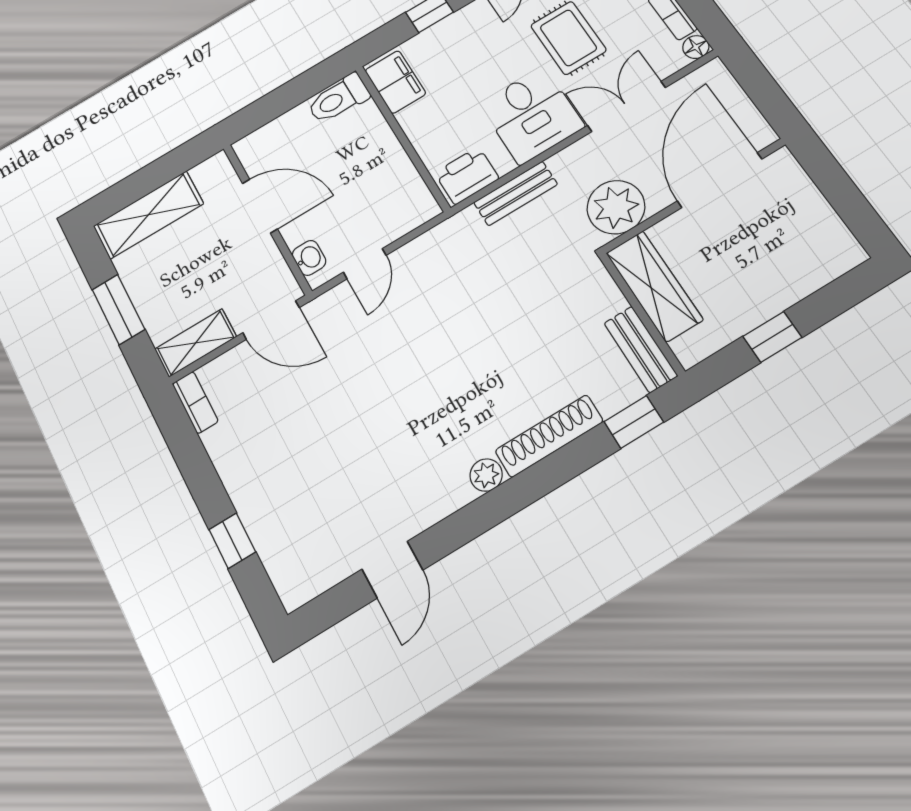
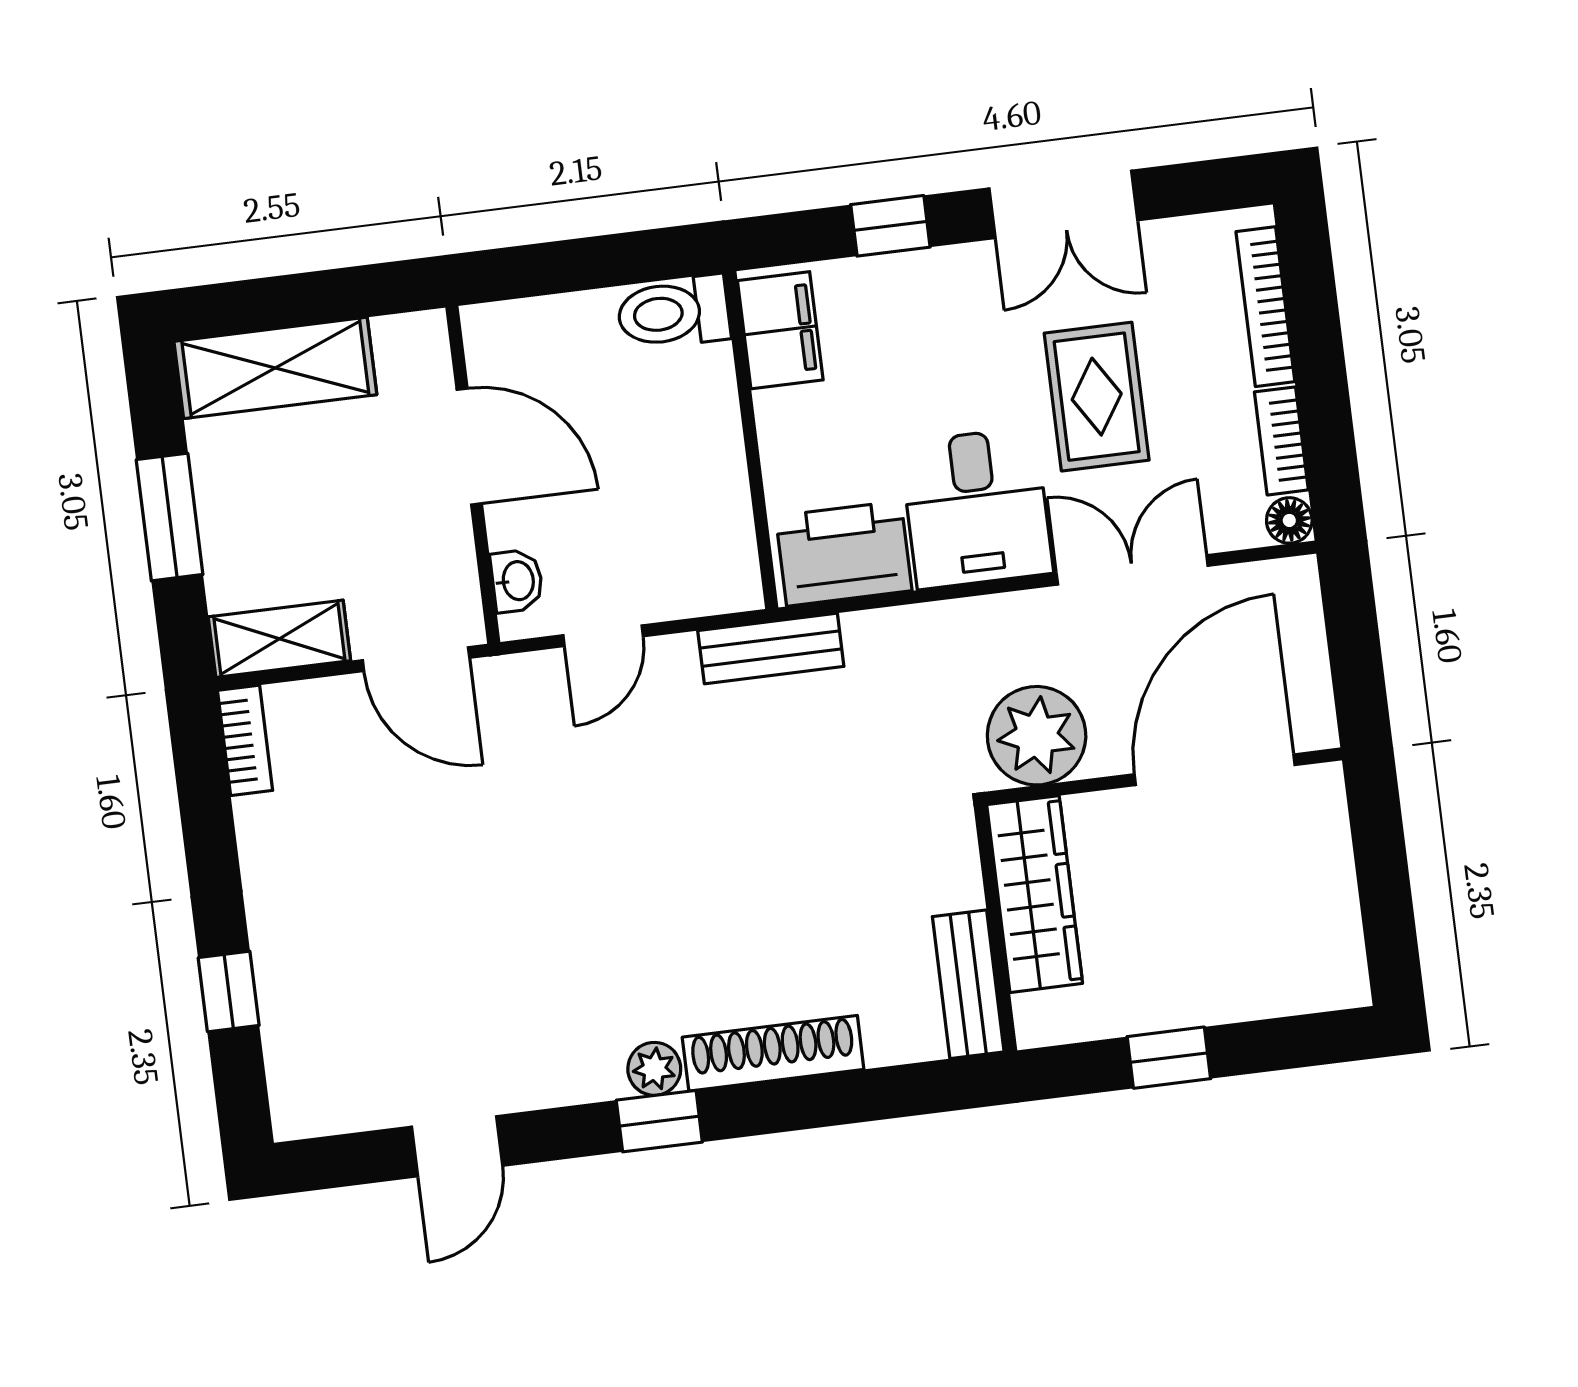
printer: (467, 176) -> (844, 553), width x1.37, depth x1.19
bench: (516, 193) -> (771, 649), moved
window: (634, 422) -> (659, 1121), moved

